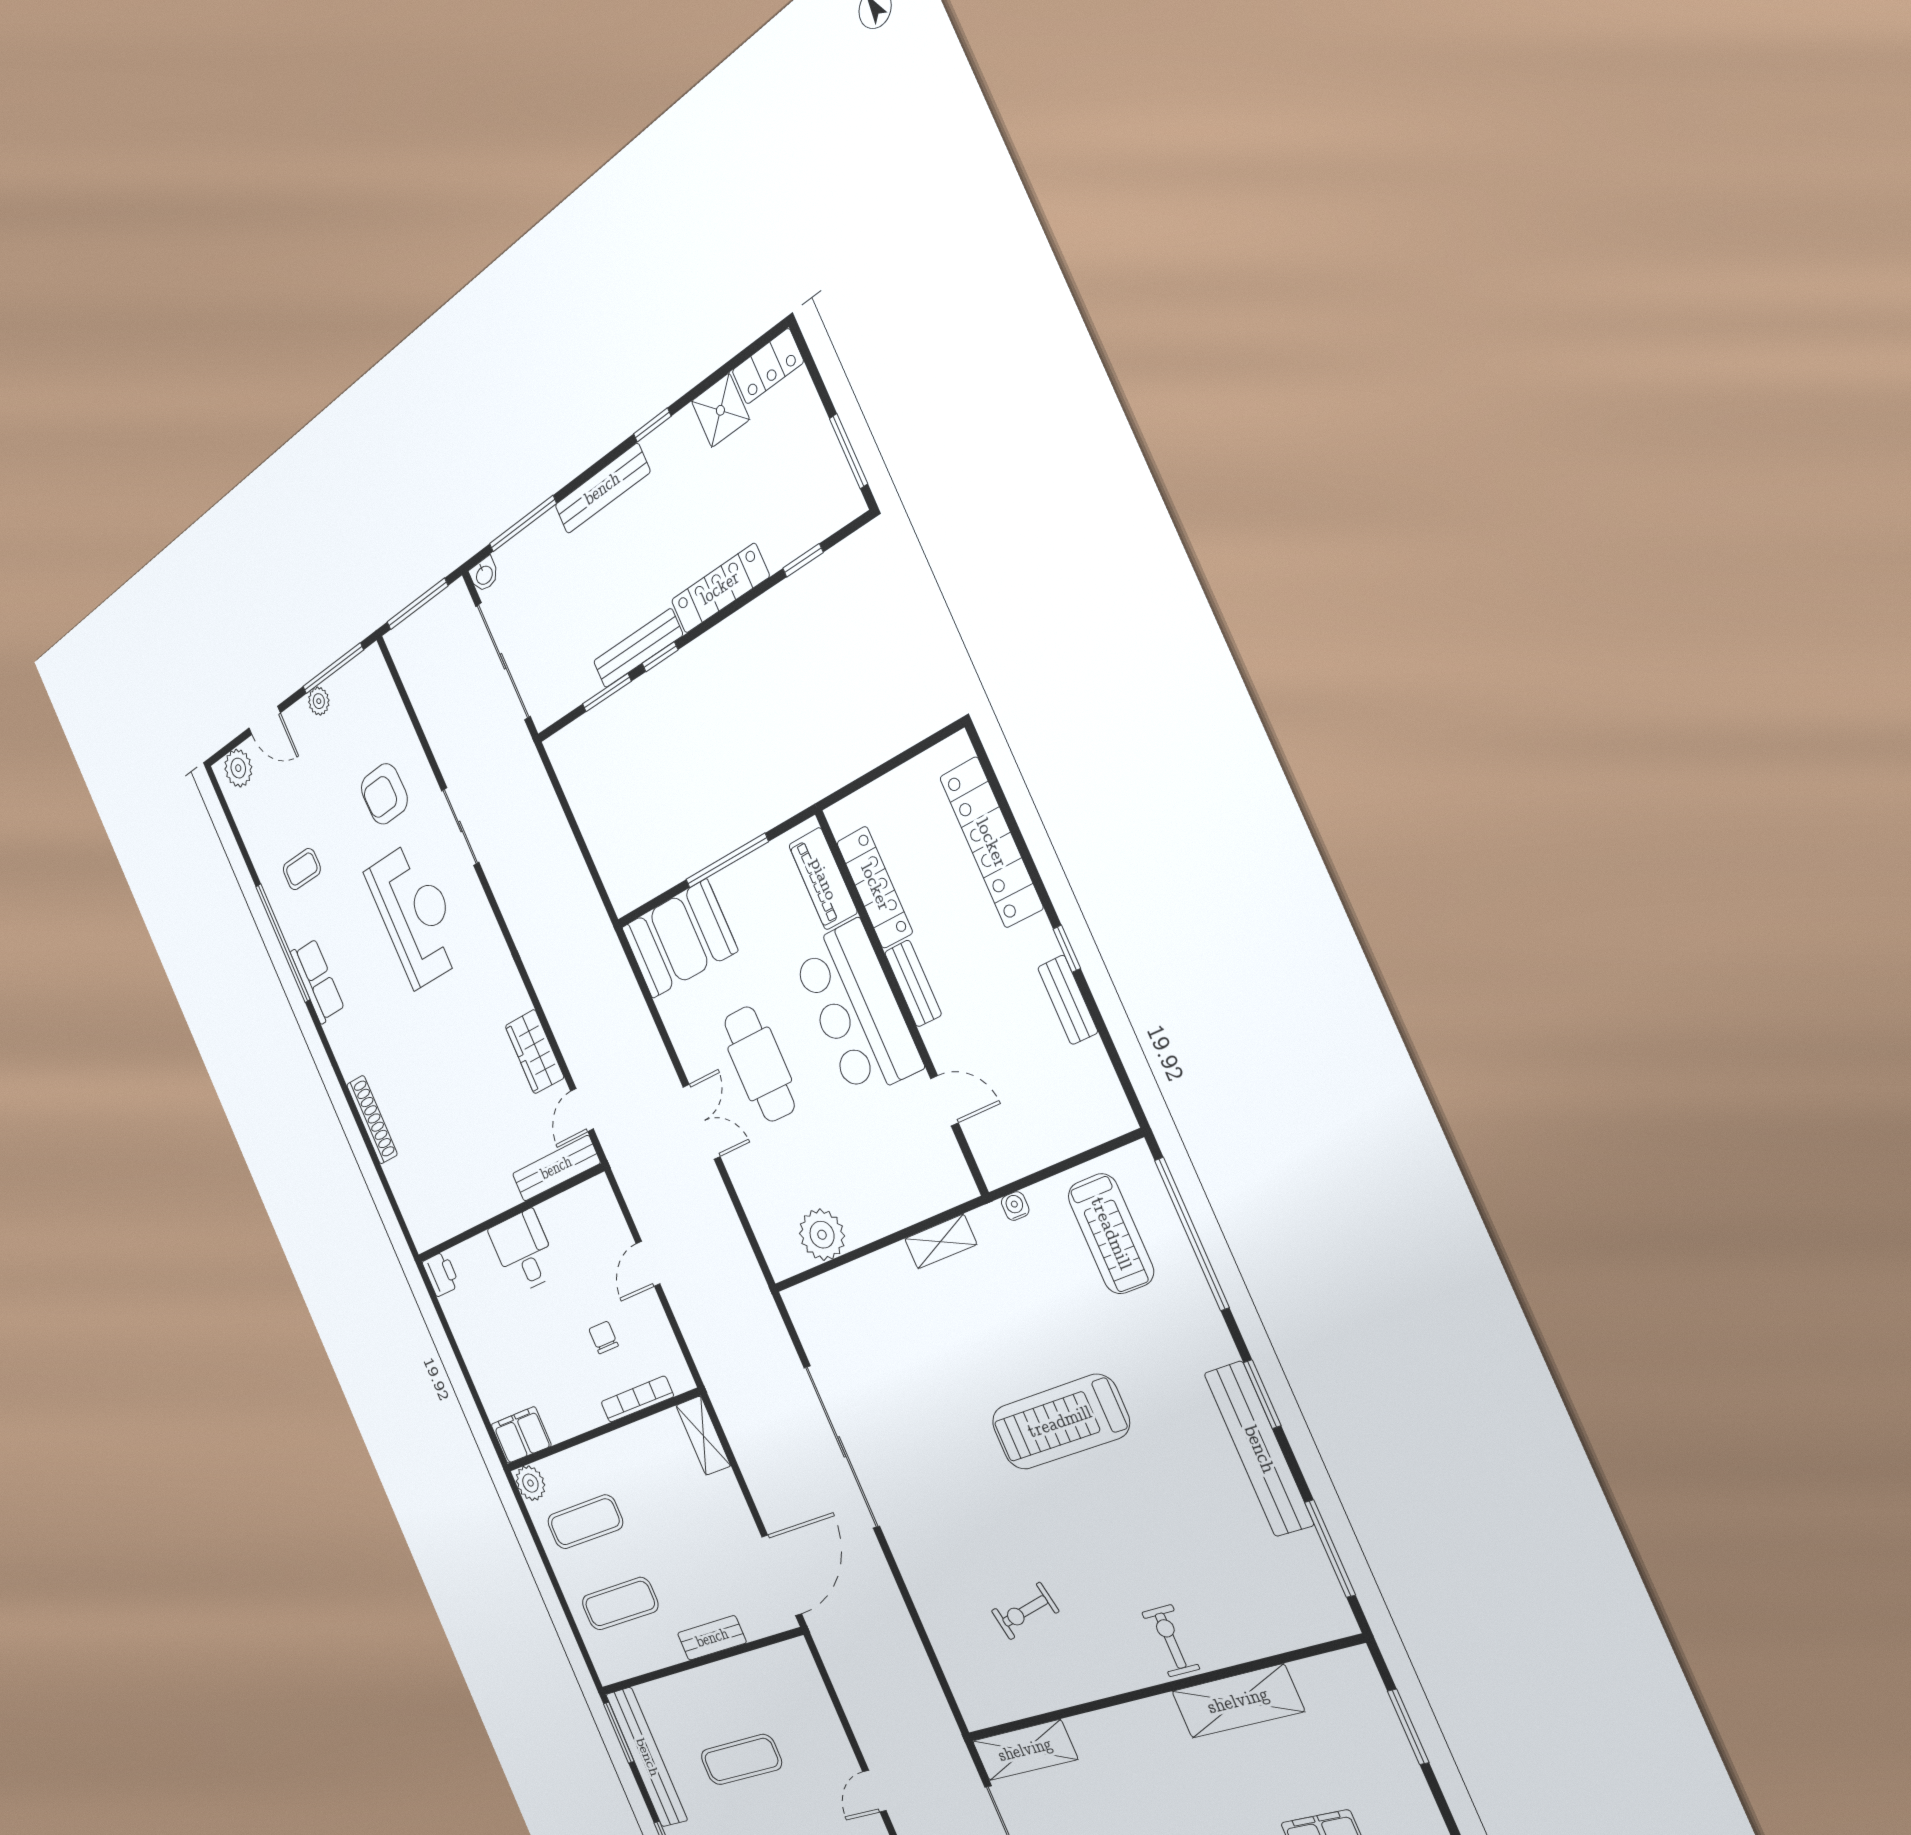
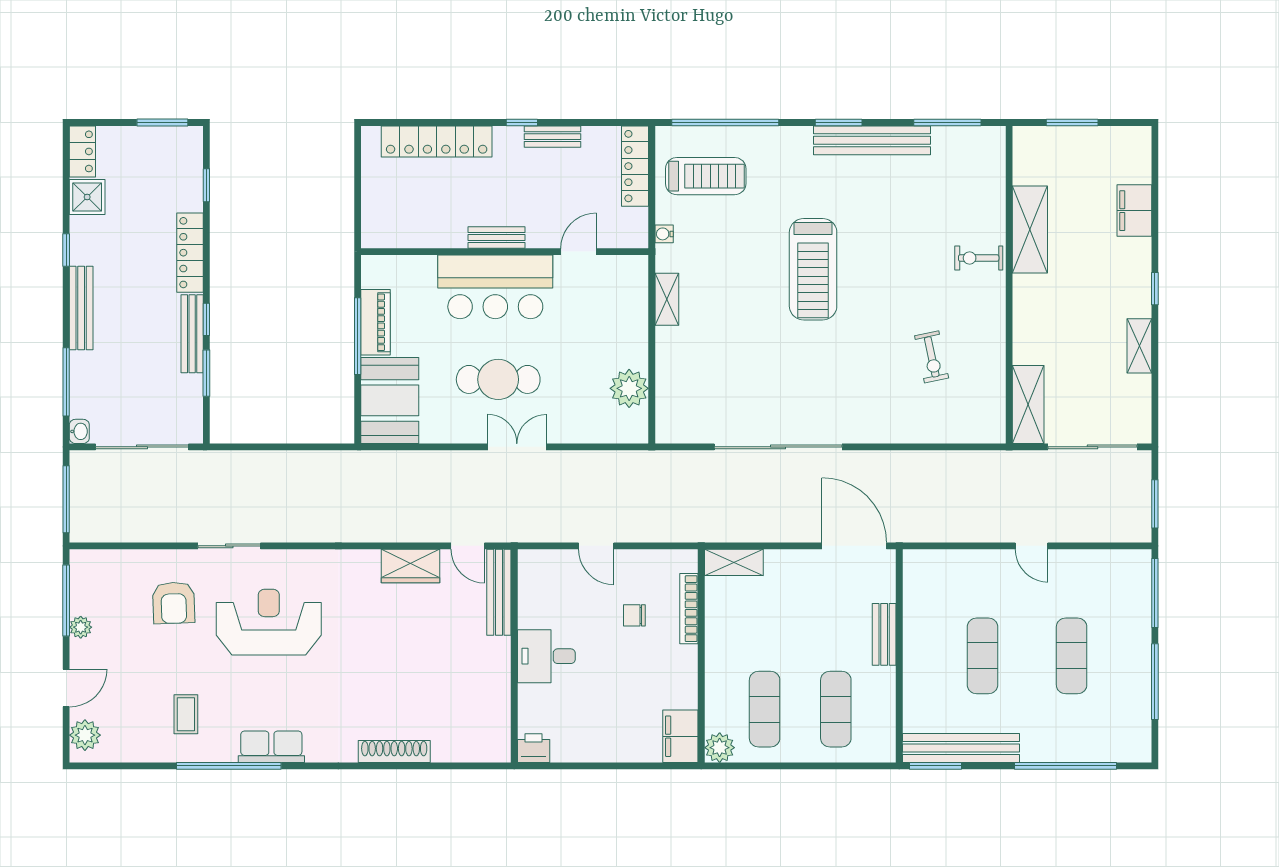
piano: (823, 879) -> (376, 322), moved, turned -90
locker: (875, 887) -> (635, 166), moved, turned -90

